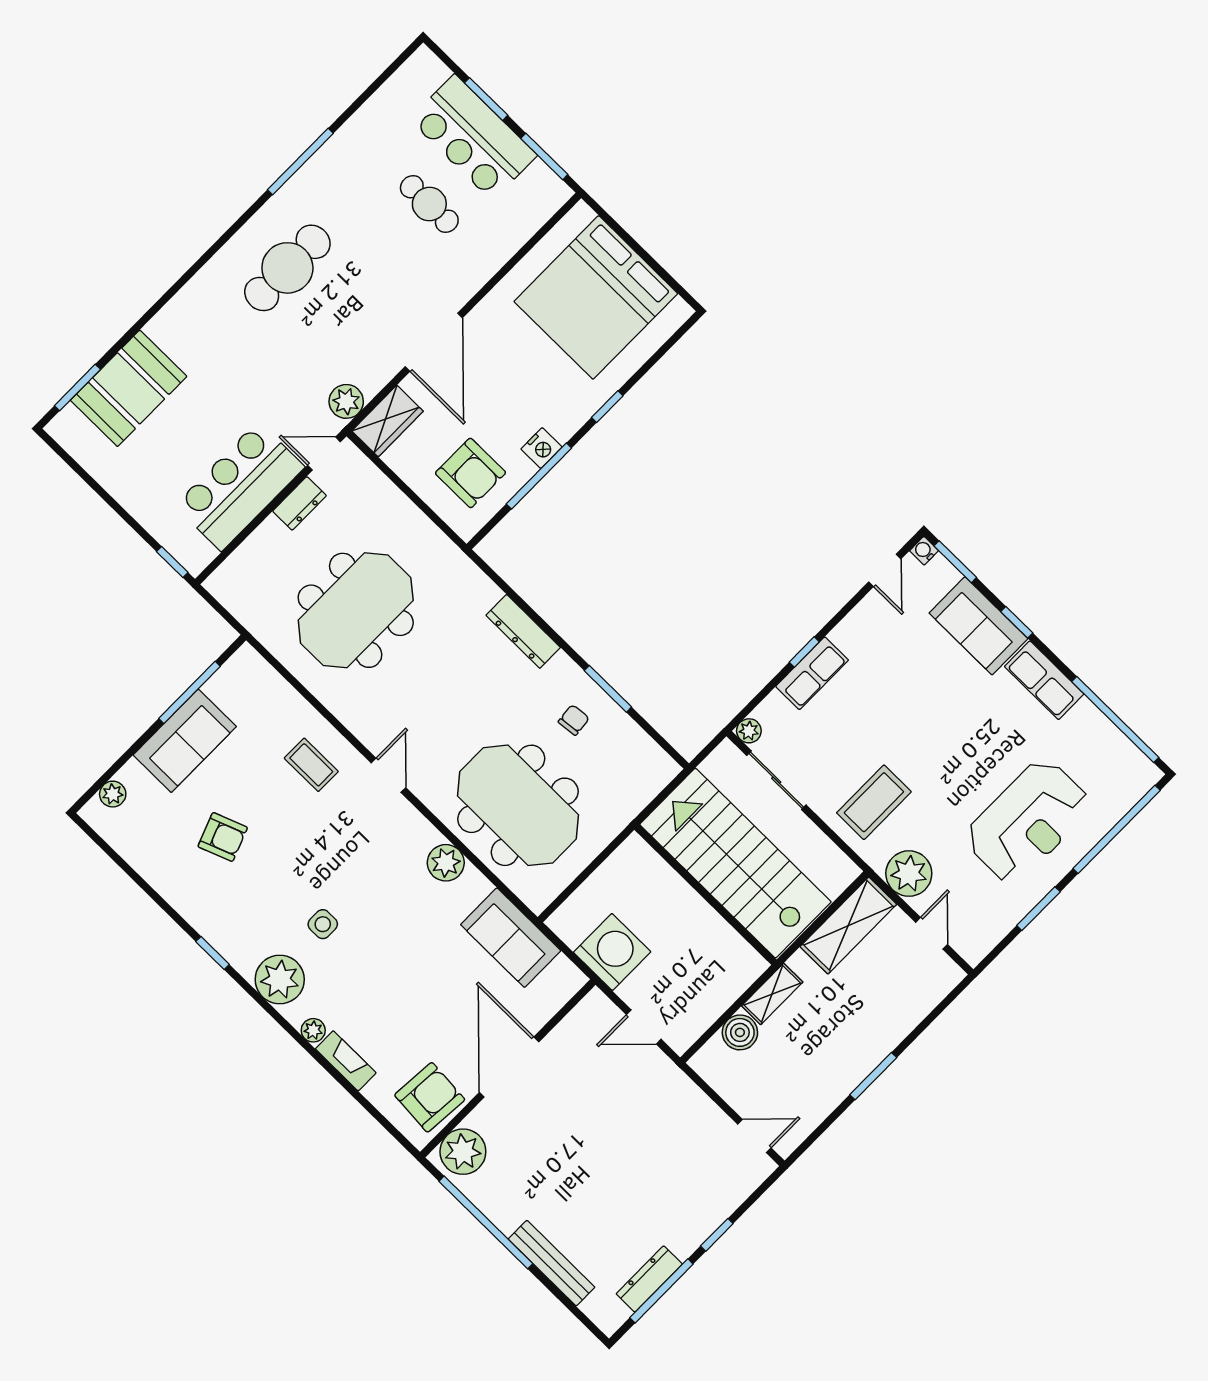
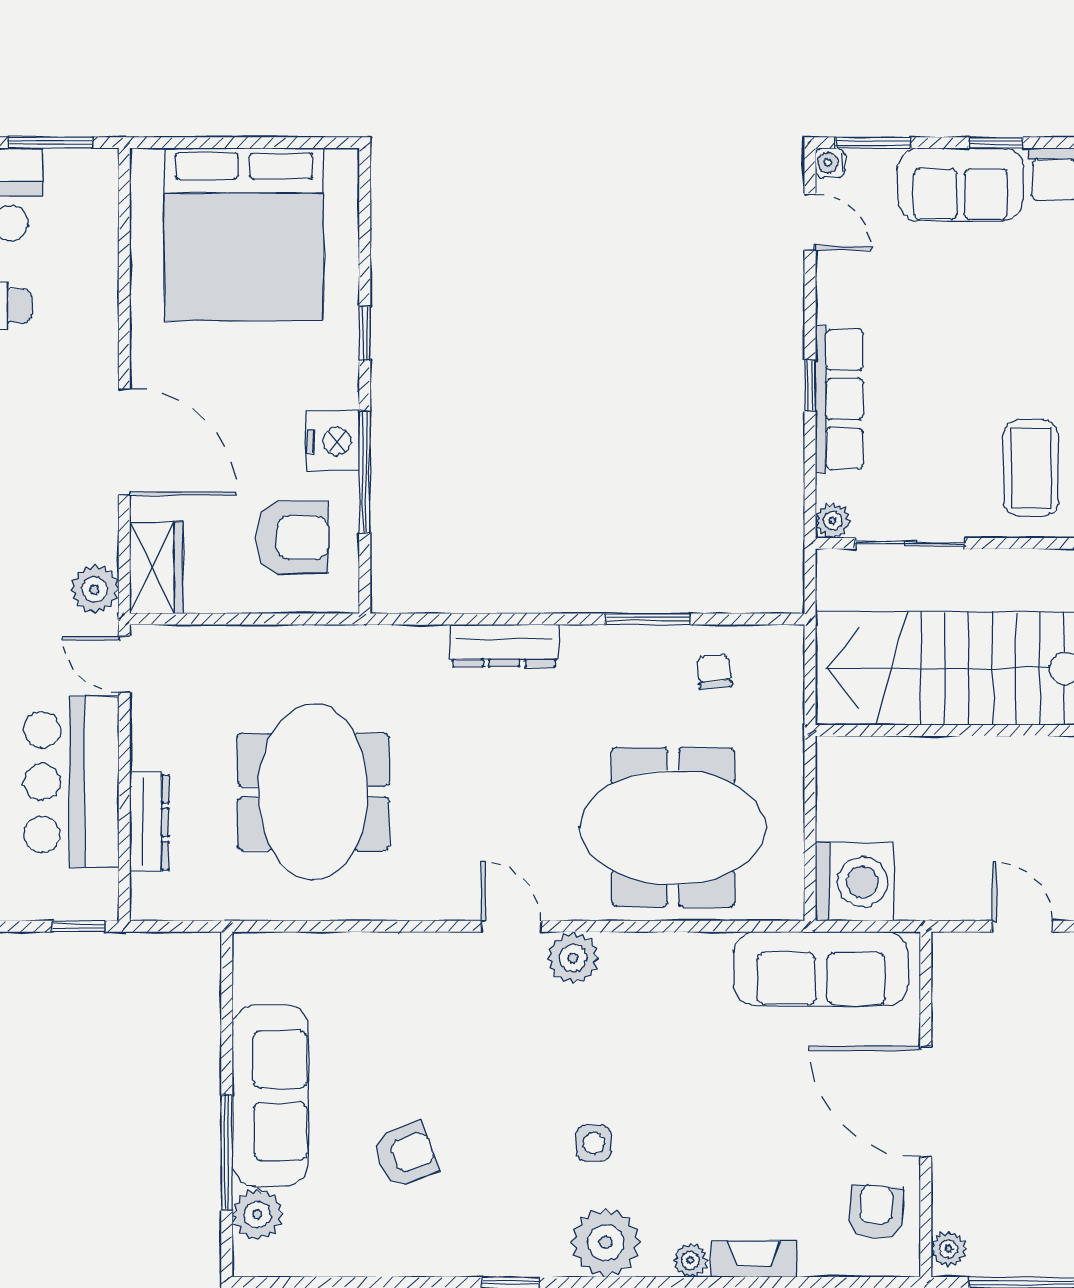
nightstand: (541, 448) -> (333, 441), width x1.36, depth x1.33
door: (324, 454) -> (124, 664), hinge flipped
dresser: (299, 503) -> (149, 822), moved, width x1.44
row of seats: (812, 673) -> (839, 399), width x1.48
window: (189, 692) -> (227, 1152), moved
chair: (574, 720) -> (714, 672), moved
sofa: (185, 741) -> (270, 1095), width x1.36
coffee table: (311, 765) -> (423, 993), removed
plant: (113, 794) -> (257, 1214), width x1.38, depth x1.38
plant: (446, 863) -> (573, 958), moved
sofa: (511, 938) -> (821, 969), width x1.36
washing machine: (612, 952) -> (855, 882), moved, turned 90
door: (644, 1027) -> (1022, 926), swing flipped
armchair: (430, 1097) -> (876, 1212), width x0.72, depth x0.72
plant: (463, 1152) -> (948, 1249), width x0.53, depth x0.53

